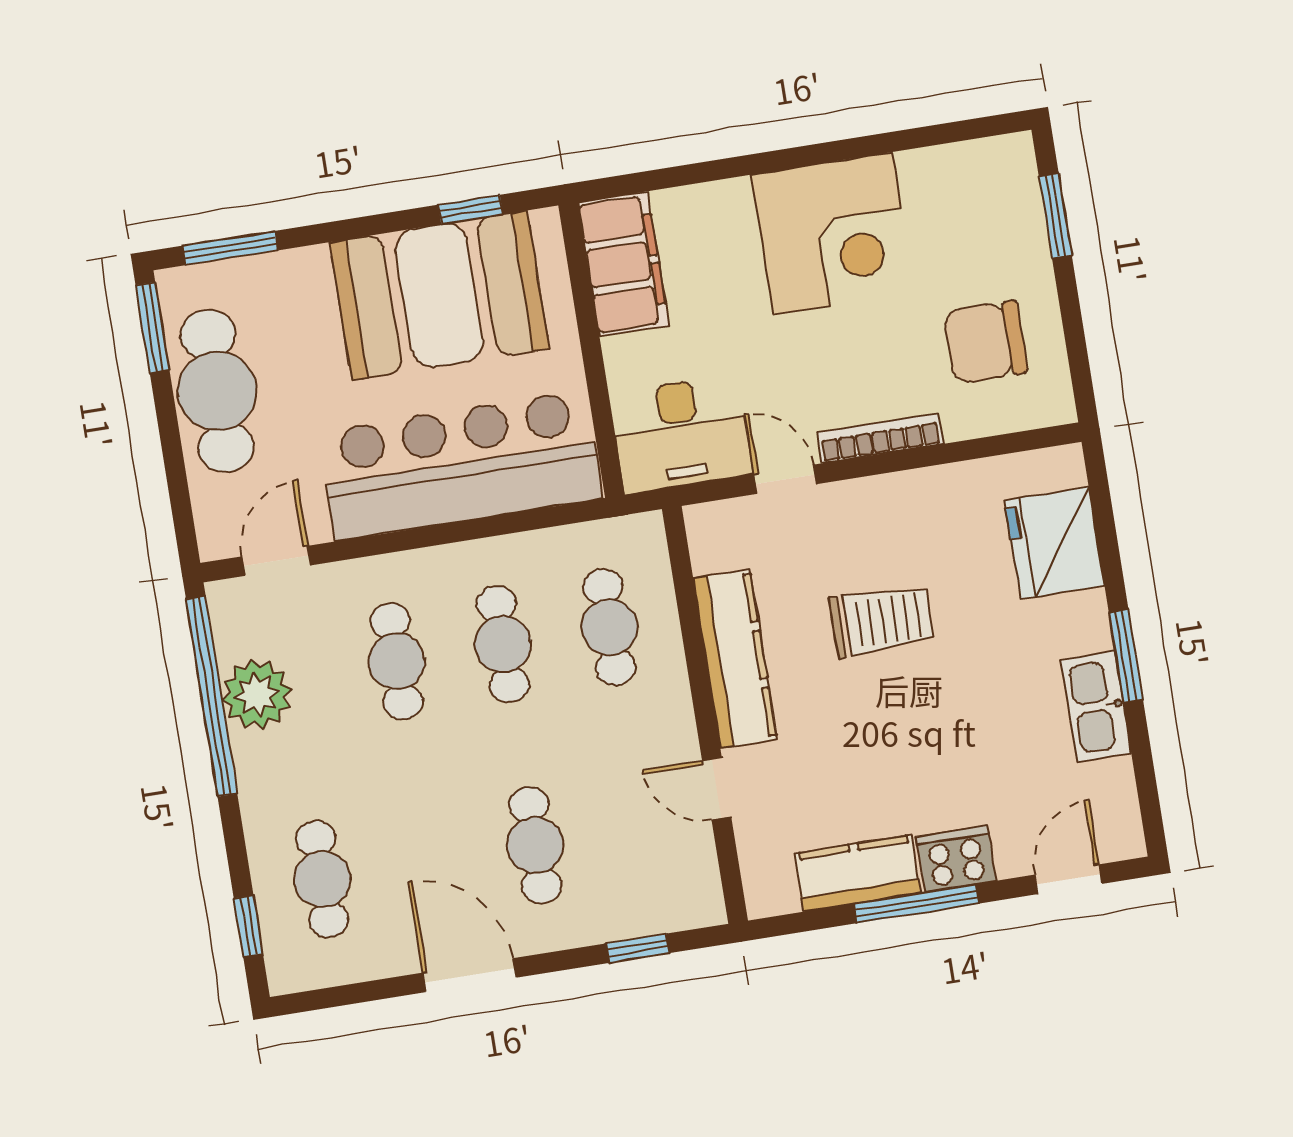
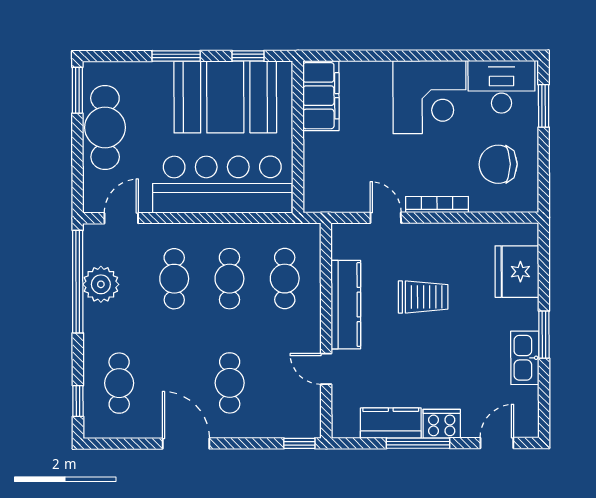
window: (230, 248) -> (176, 56), moved
desk: (681, 434) -> (501, 87), moved, turned 180
window: (638, 948) -> (299, 443), moved

